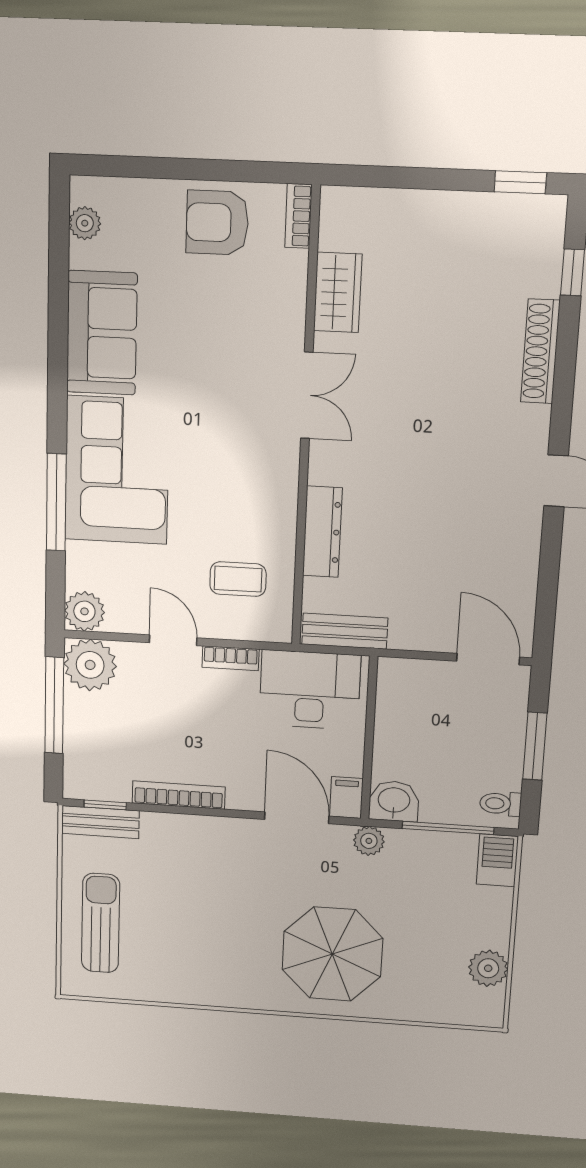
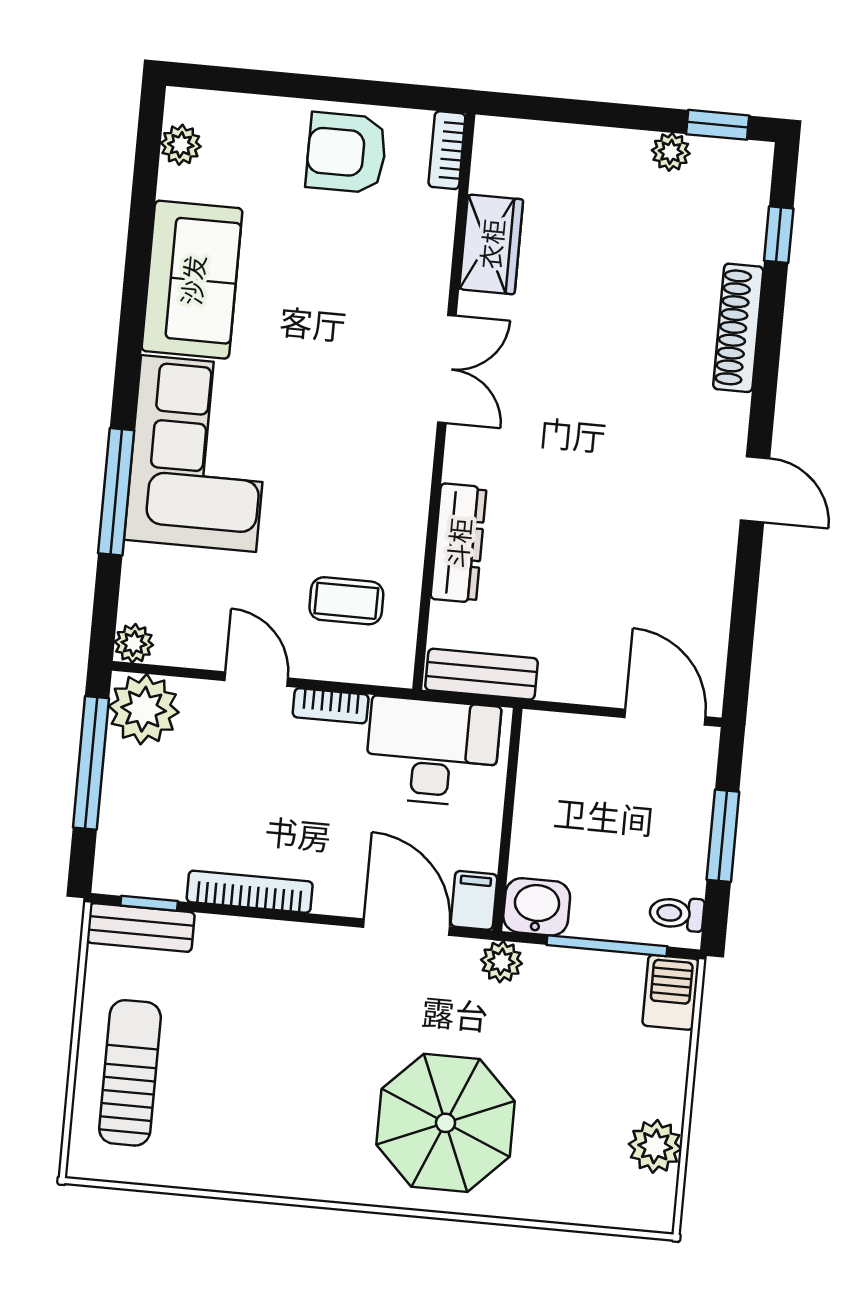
plant: (482, 207) -> (671, 152), added
plant: (84, 611) -> (134, 643), width x0.73, depth x0.73

